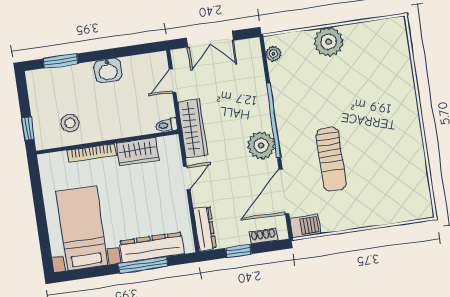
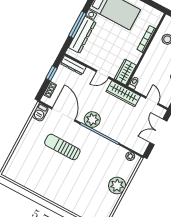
wardrobe: (137, 152) -> (125, 72), moved
door: (187, 178) -> (103, 74), hinge flipped

